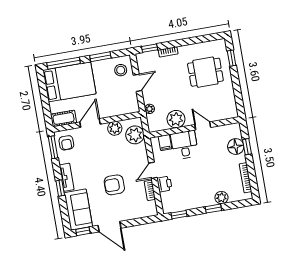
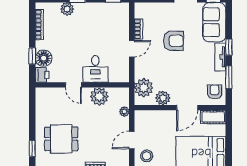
filing cabinet: (165, 143) -> (115, 75), removed
window: (53, 147) -> (229, 77), moved
printer: (164, 184) -> (42, 75), moved, turned 180

